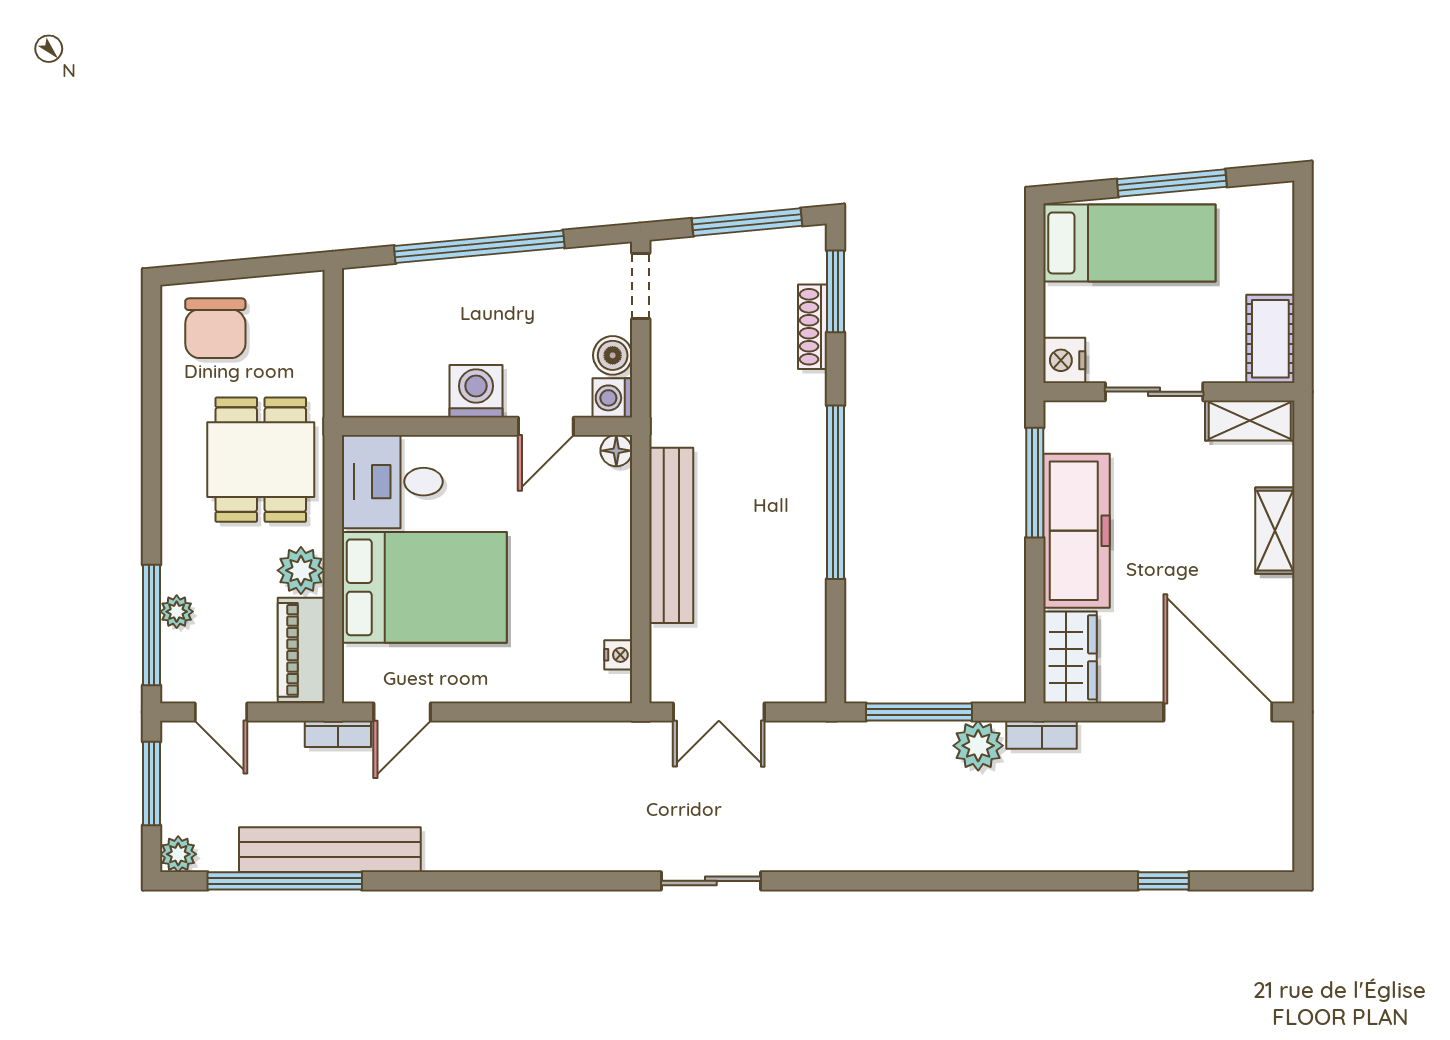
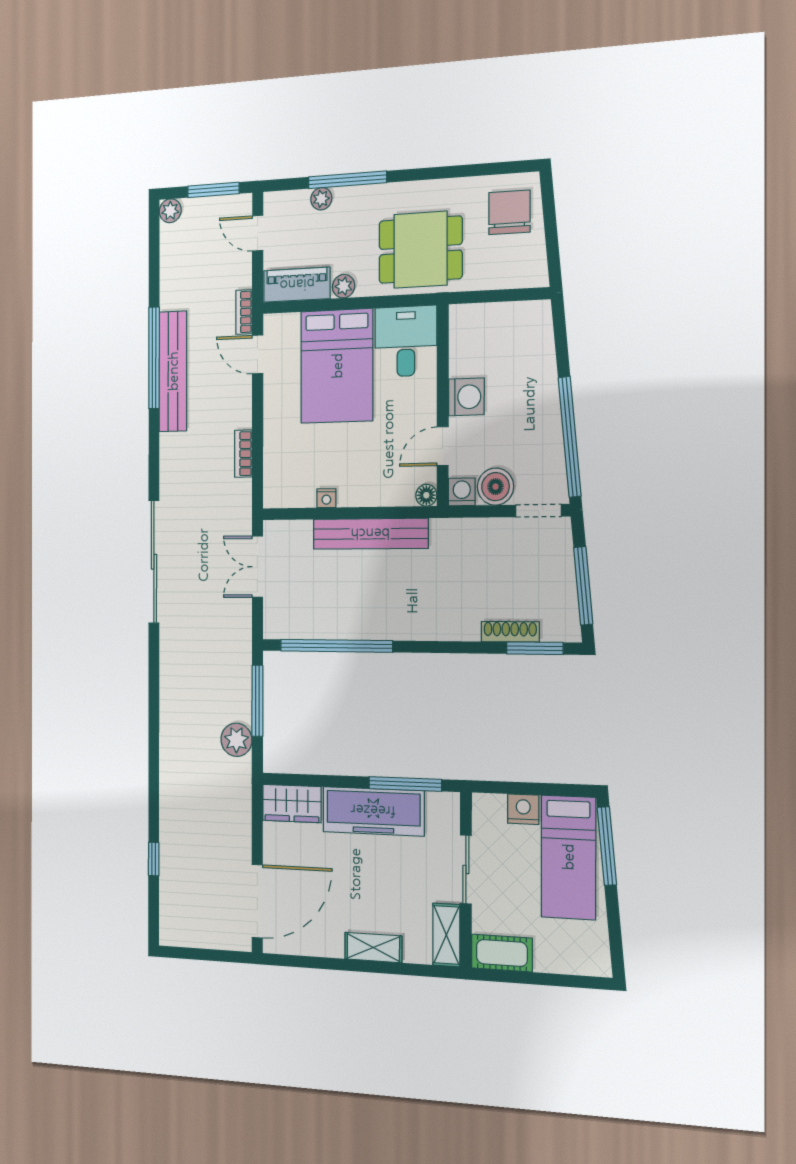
window: (1172, 183) -> (607, 846), moved
window: (479, 247) -> (570, 437), moved
chair: (215, 328) -> (509, 212), turned 90
boiler: (613, 355) -> (496, 487), width x1.36, depth x1.36
nightstand: (1064, 360) -> (523, 809), moved
door: (546, 426) -> (443, 446), hinge flipped
window: (836, 492) -> (336, 646), moved
plant: (301, 570) -> (344, 286), width x0.73, depth x0.73
window: (152, 625) -> (347, 180), moved
nightstand: (618, 655) -> (326, 498), moved
door: (221, 712) -> (258, 233), hinge flipped
bookcase: (1042, 735) -> (243, 454), moved
bench: (330, 850) -> (173, 371), moved
window: (285, 881) -> (154, 358), moved
sliding door: (711, 881) -> (154, 562), width x1.86

